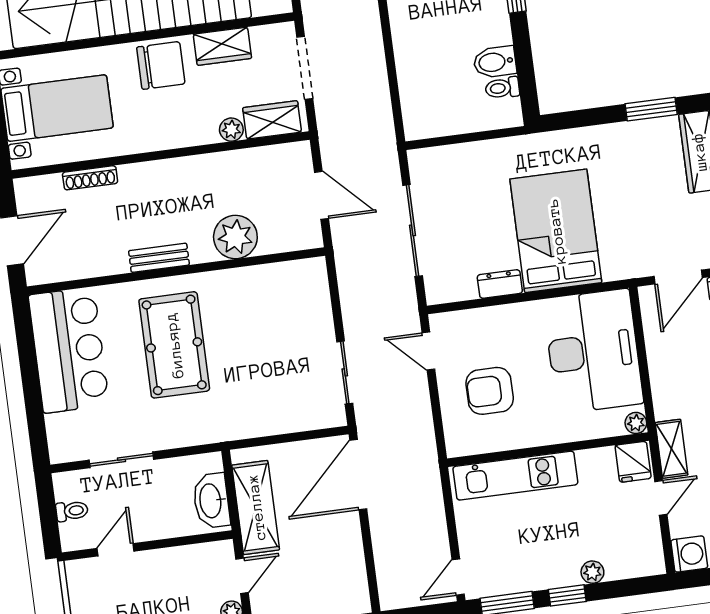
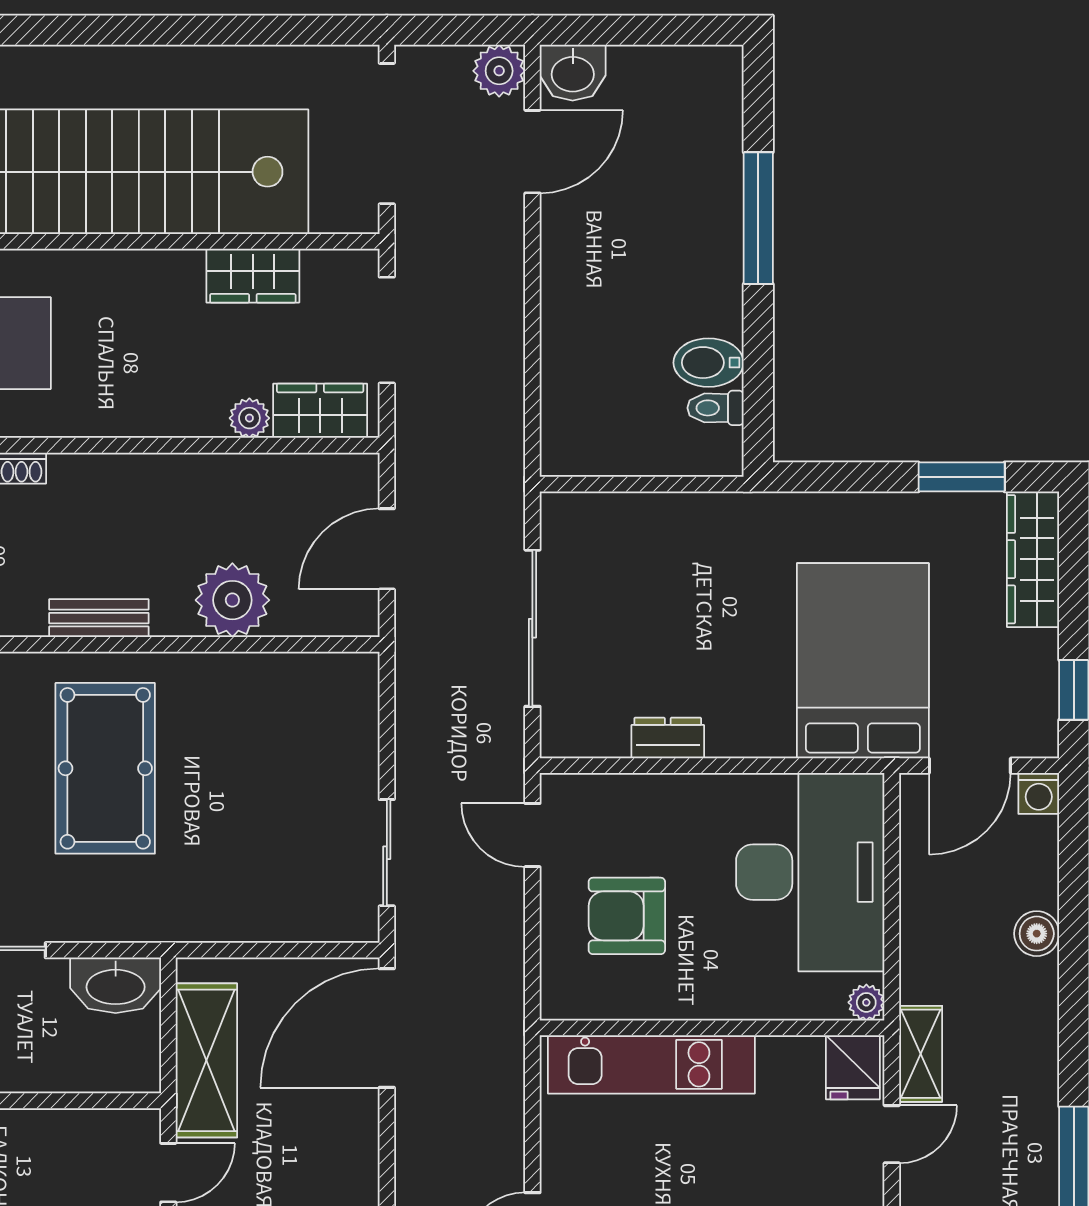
chair: (161, 66) -> (145, 294), removed
door: (322, 195) -> (387, 549), swing flipped
bed: (556, 231) -> (863, 661), moved
washbasin: (211, 501) -> (116, 985), moved, turned -90

